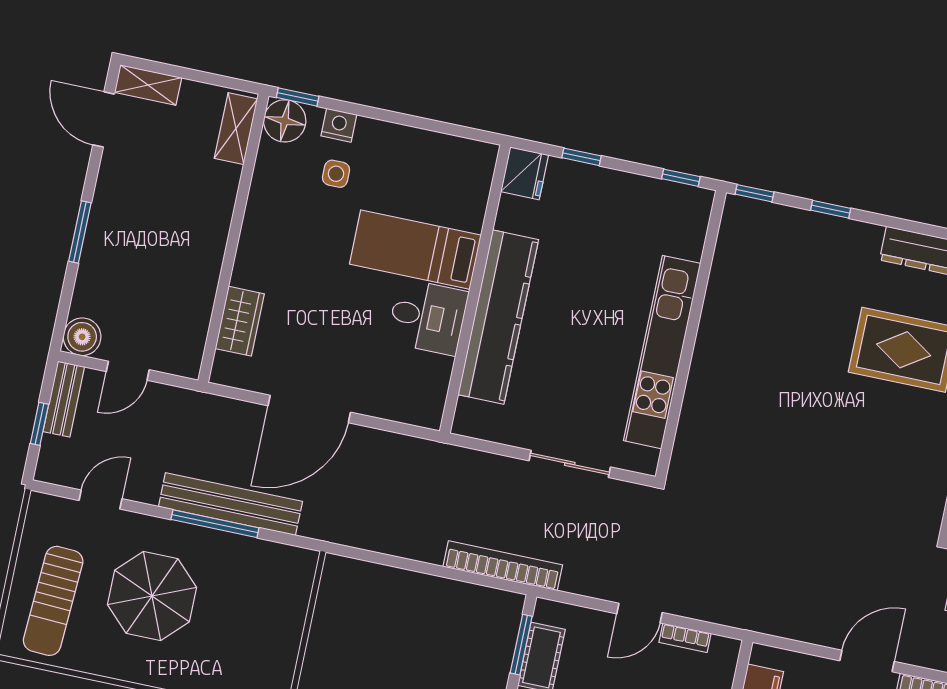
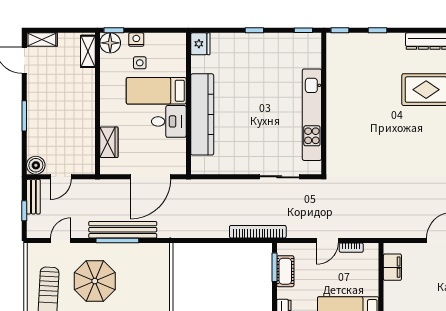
fridge: (525, 173) -> (200, 44), moved
bed: (415, 250) -> (156, 91), moved
wall: (475, 289) -> (188, 104), moved
desk: (428, 317) -> (169, 121), moved
kitchen counter: (498, 317) -> (202, 114), moved

